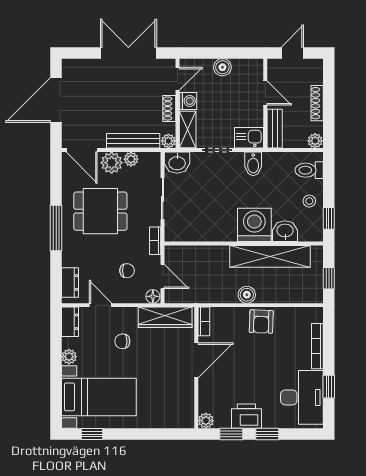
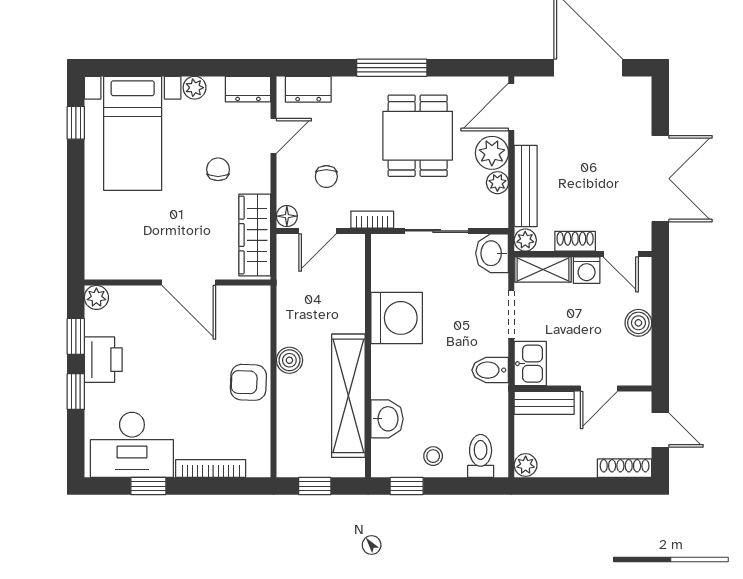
shoe rack: (317, 103) -> (625, 468), moved
washing machine: (254, 225) -> (397, 318), moved
bookcase: (204, 321) -> (249, 294), removed

